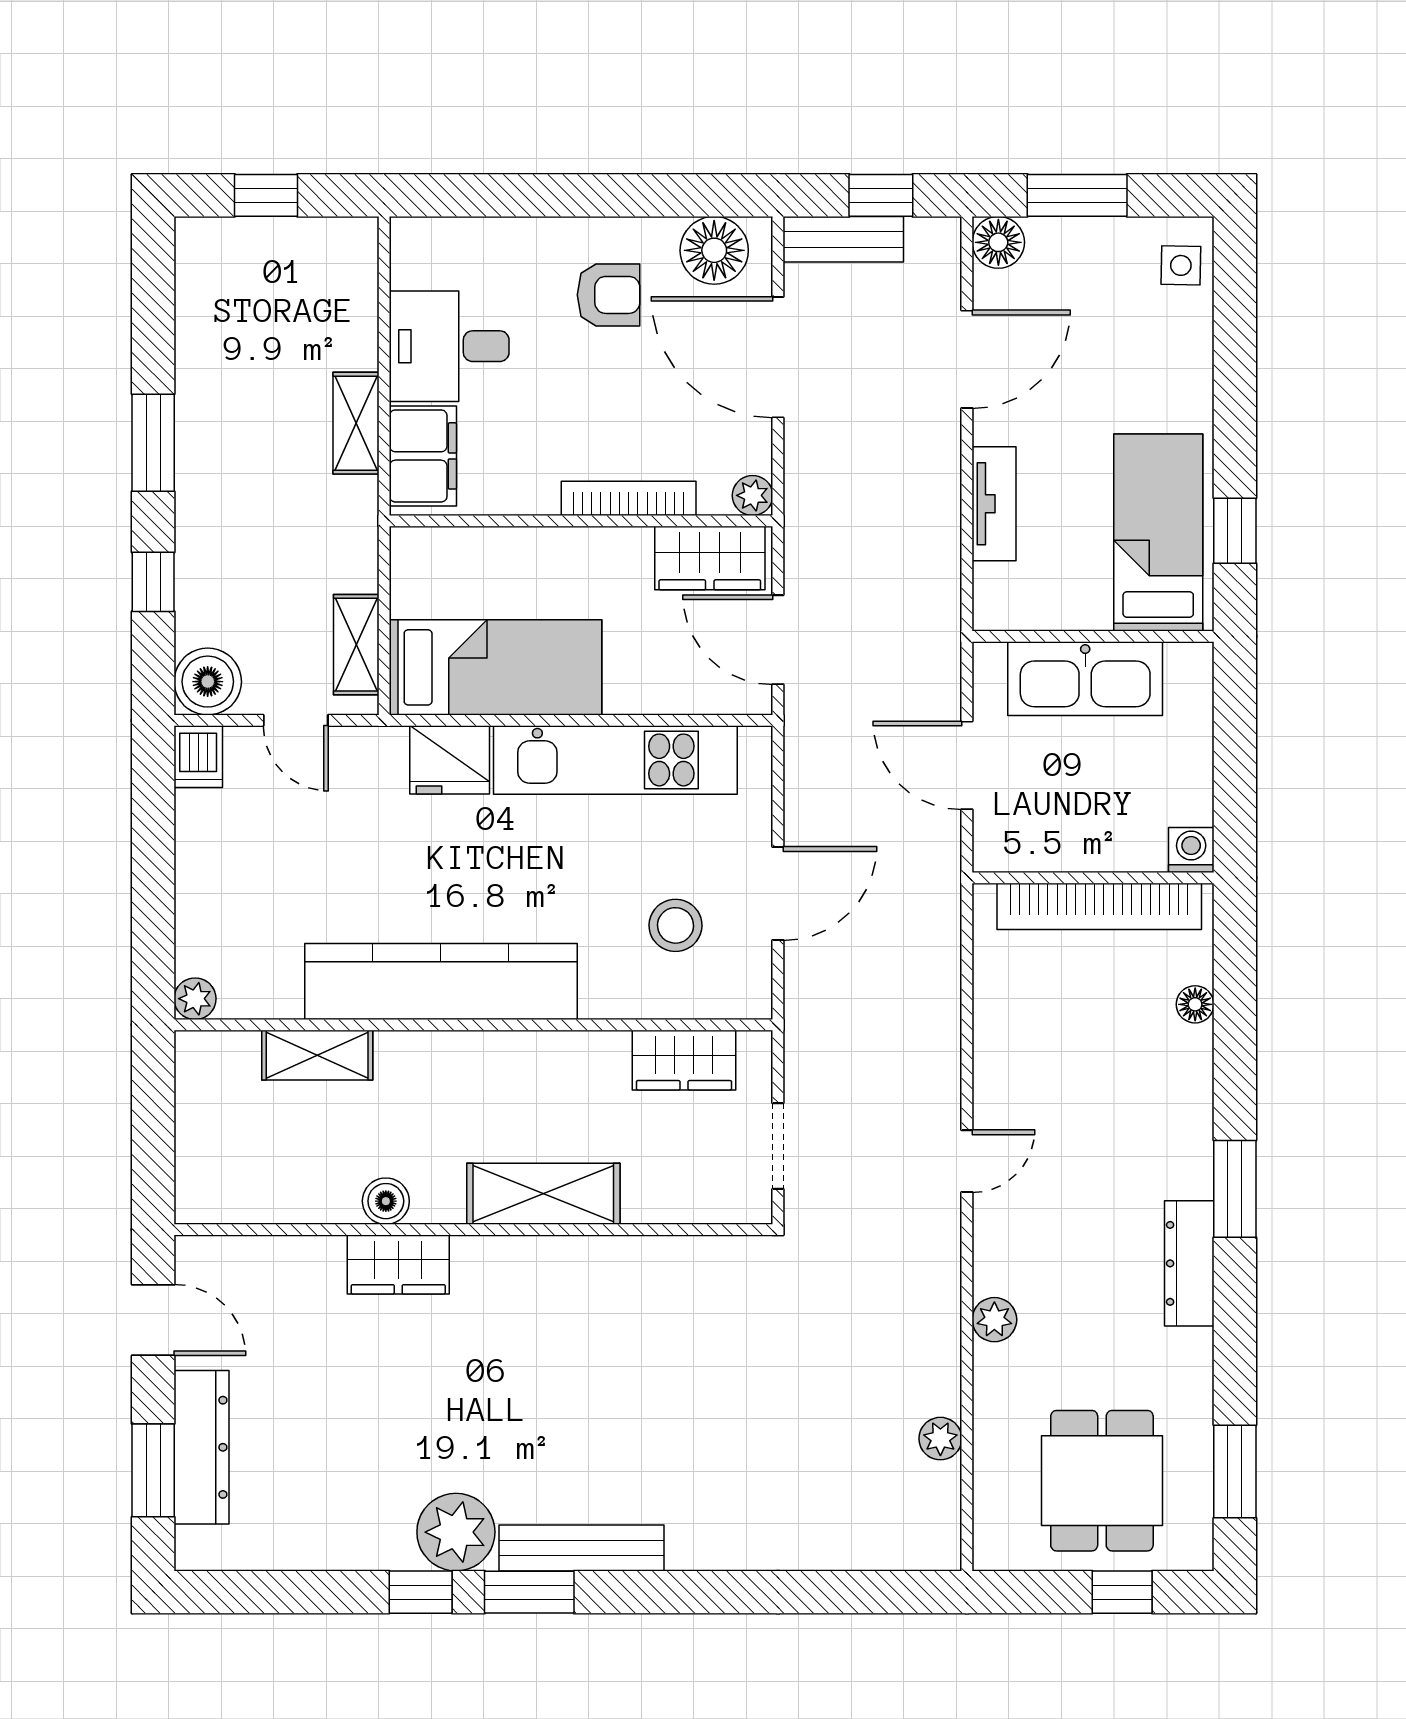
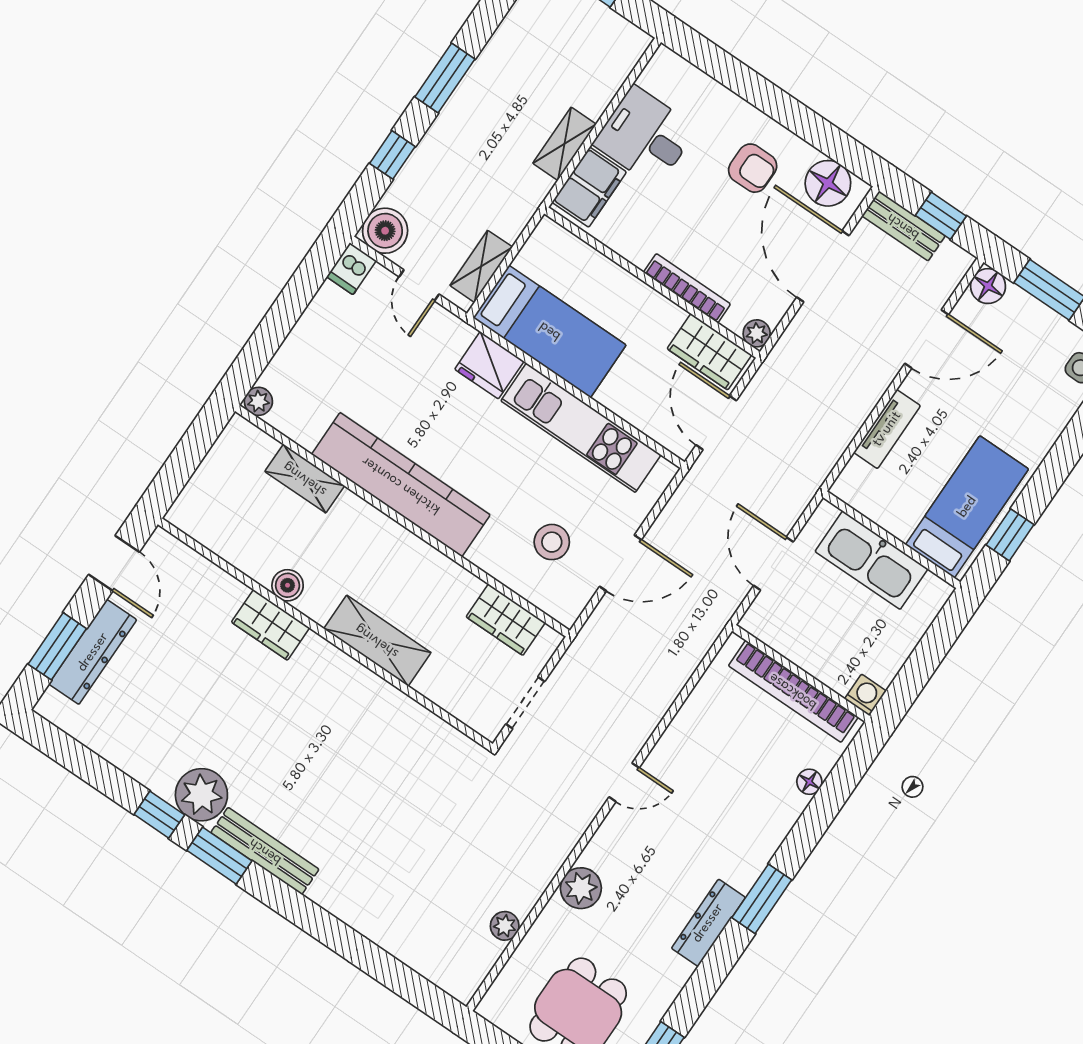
plant: (994, 1320) -> (581, 888), width x1.38, depth x1.38

